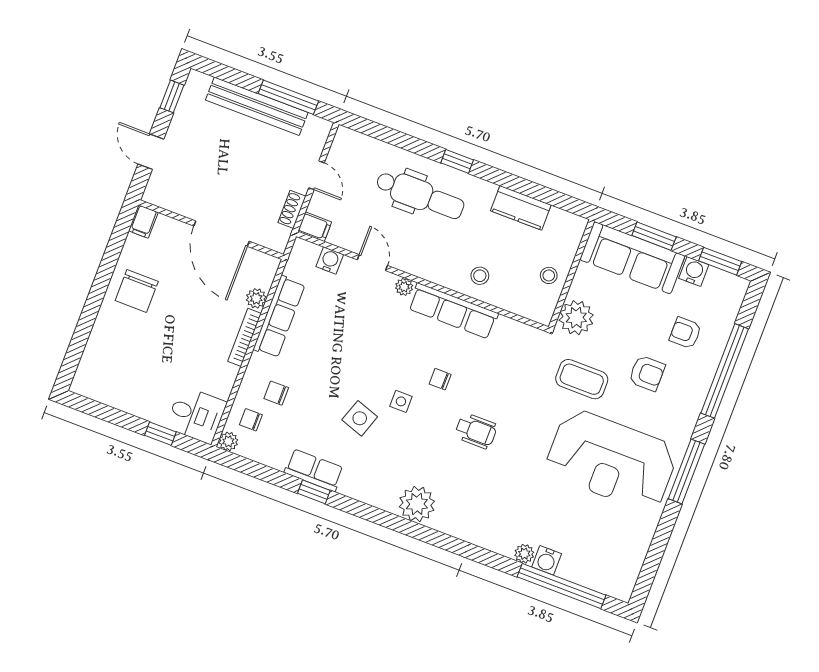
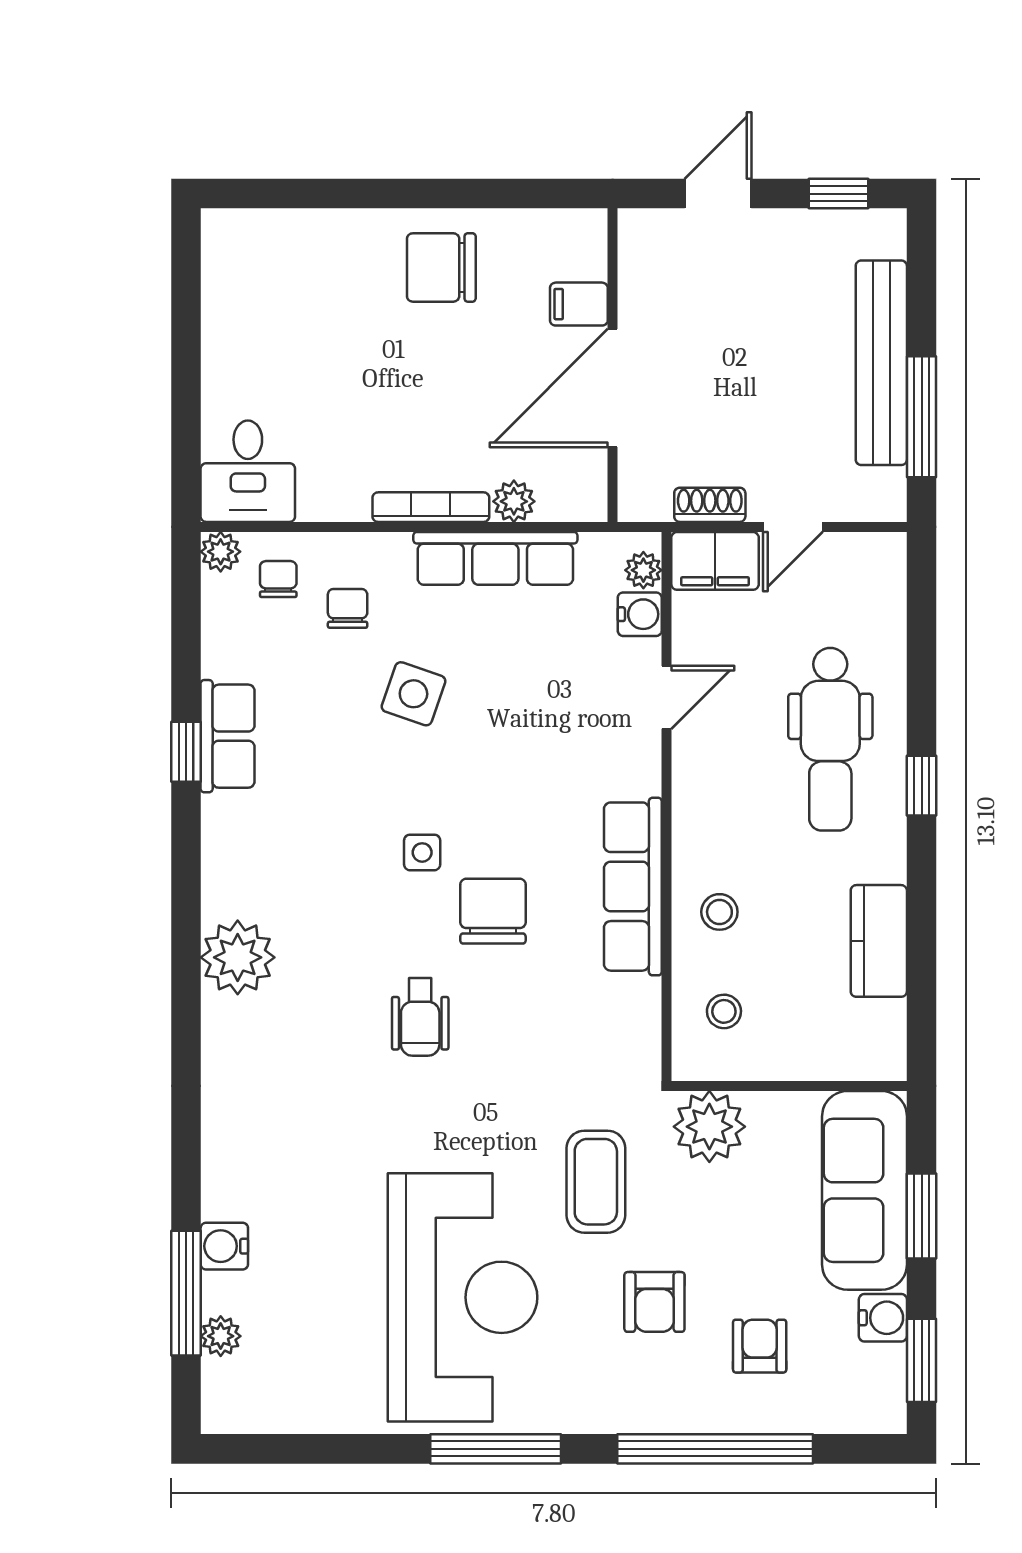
filing cabinet: (143, 222) -> (579, 304), moved
filing cabinet: (315, 227) -> (715, 561), width x2.00
stool: (549, 275) -> (724, 1011), moved
plant: (404, 287) -> (643, 570), moved
chair: (440, 379) -> (493, 911), width x1.87, depth x1.87
side table: (360, 418) -> (413, 694), moved
window: (160, 434) -> (186, 416), removed
reception desk: (611, 460) -> (463, 1297), turned 180
plant: (524, 554) -> (221, 1336), moved
window: (562, 586) -> (186, 1293), width x0.68

